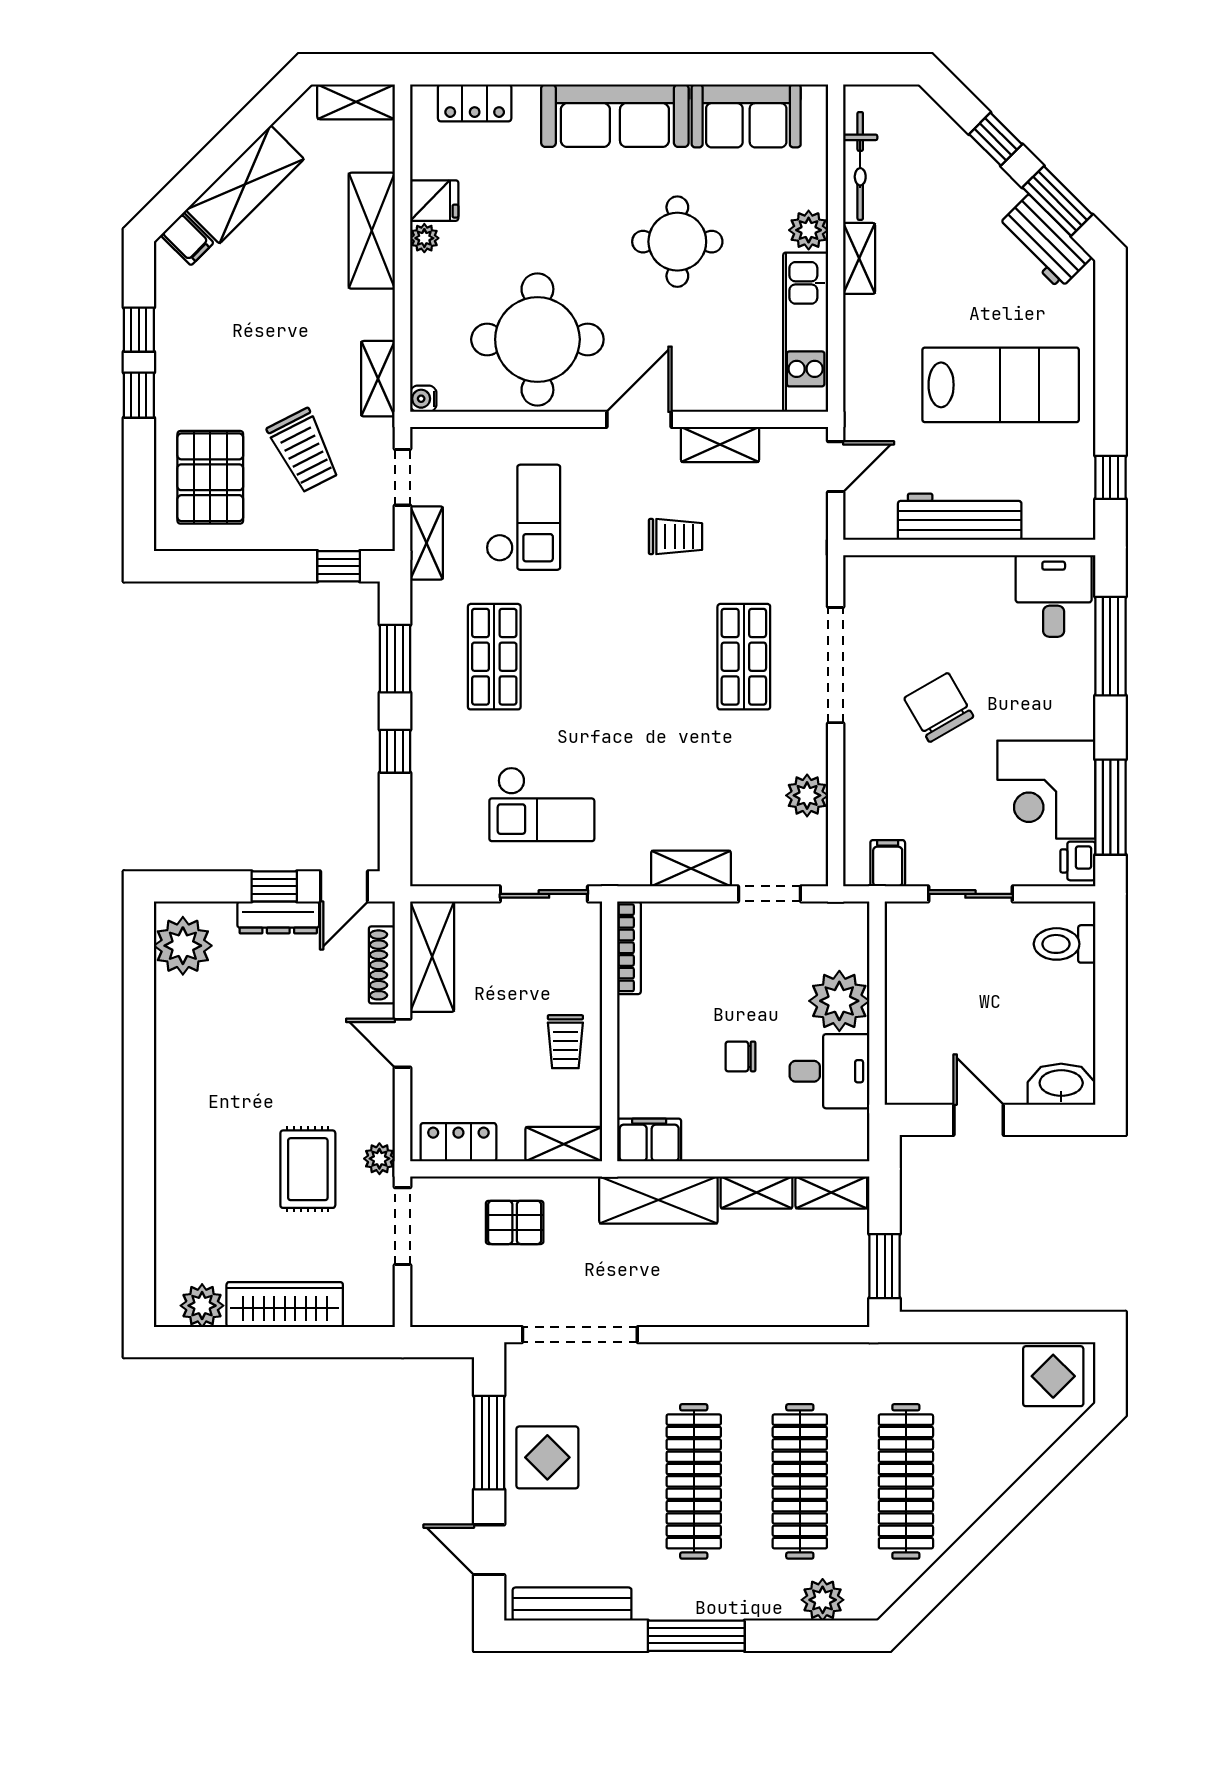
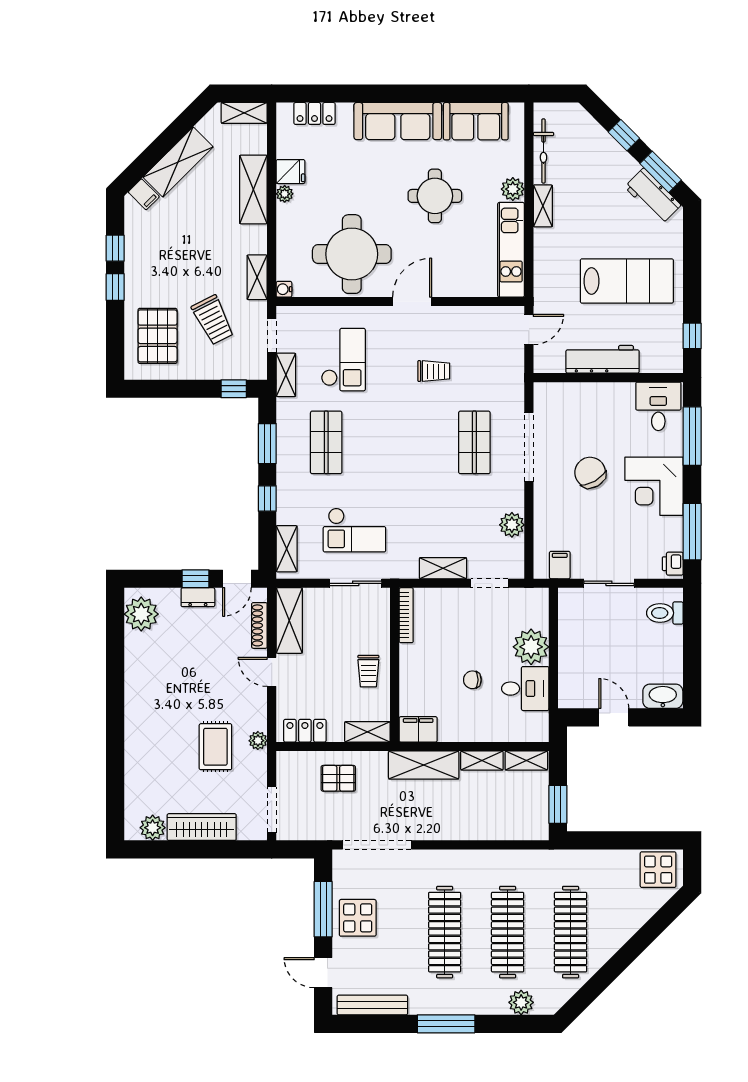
shelving: (720, 445) -> (287, 549), moved, turned 90
corner desk: (1046, 790) -> (654, 486), moved
dresser: (278, 917) -> (198, 597), width x0.70
doorway: (403, 1226) -> (272, 810), moved

